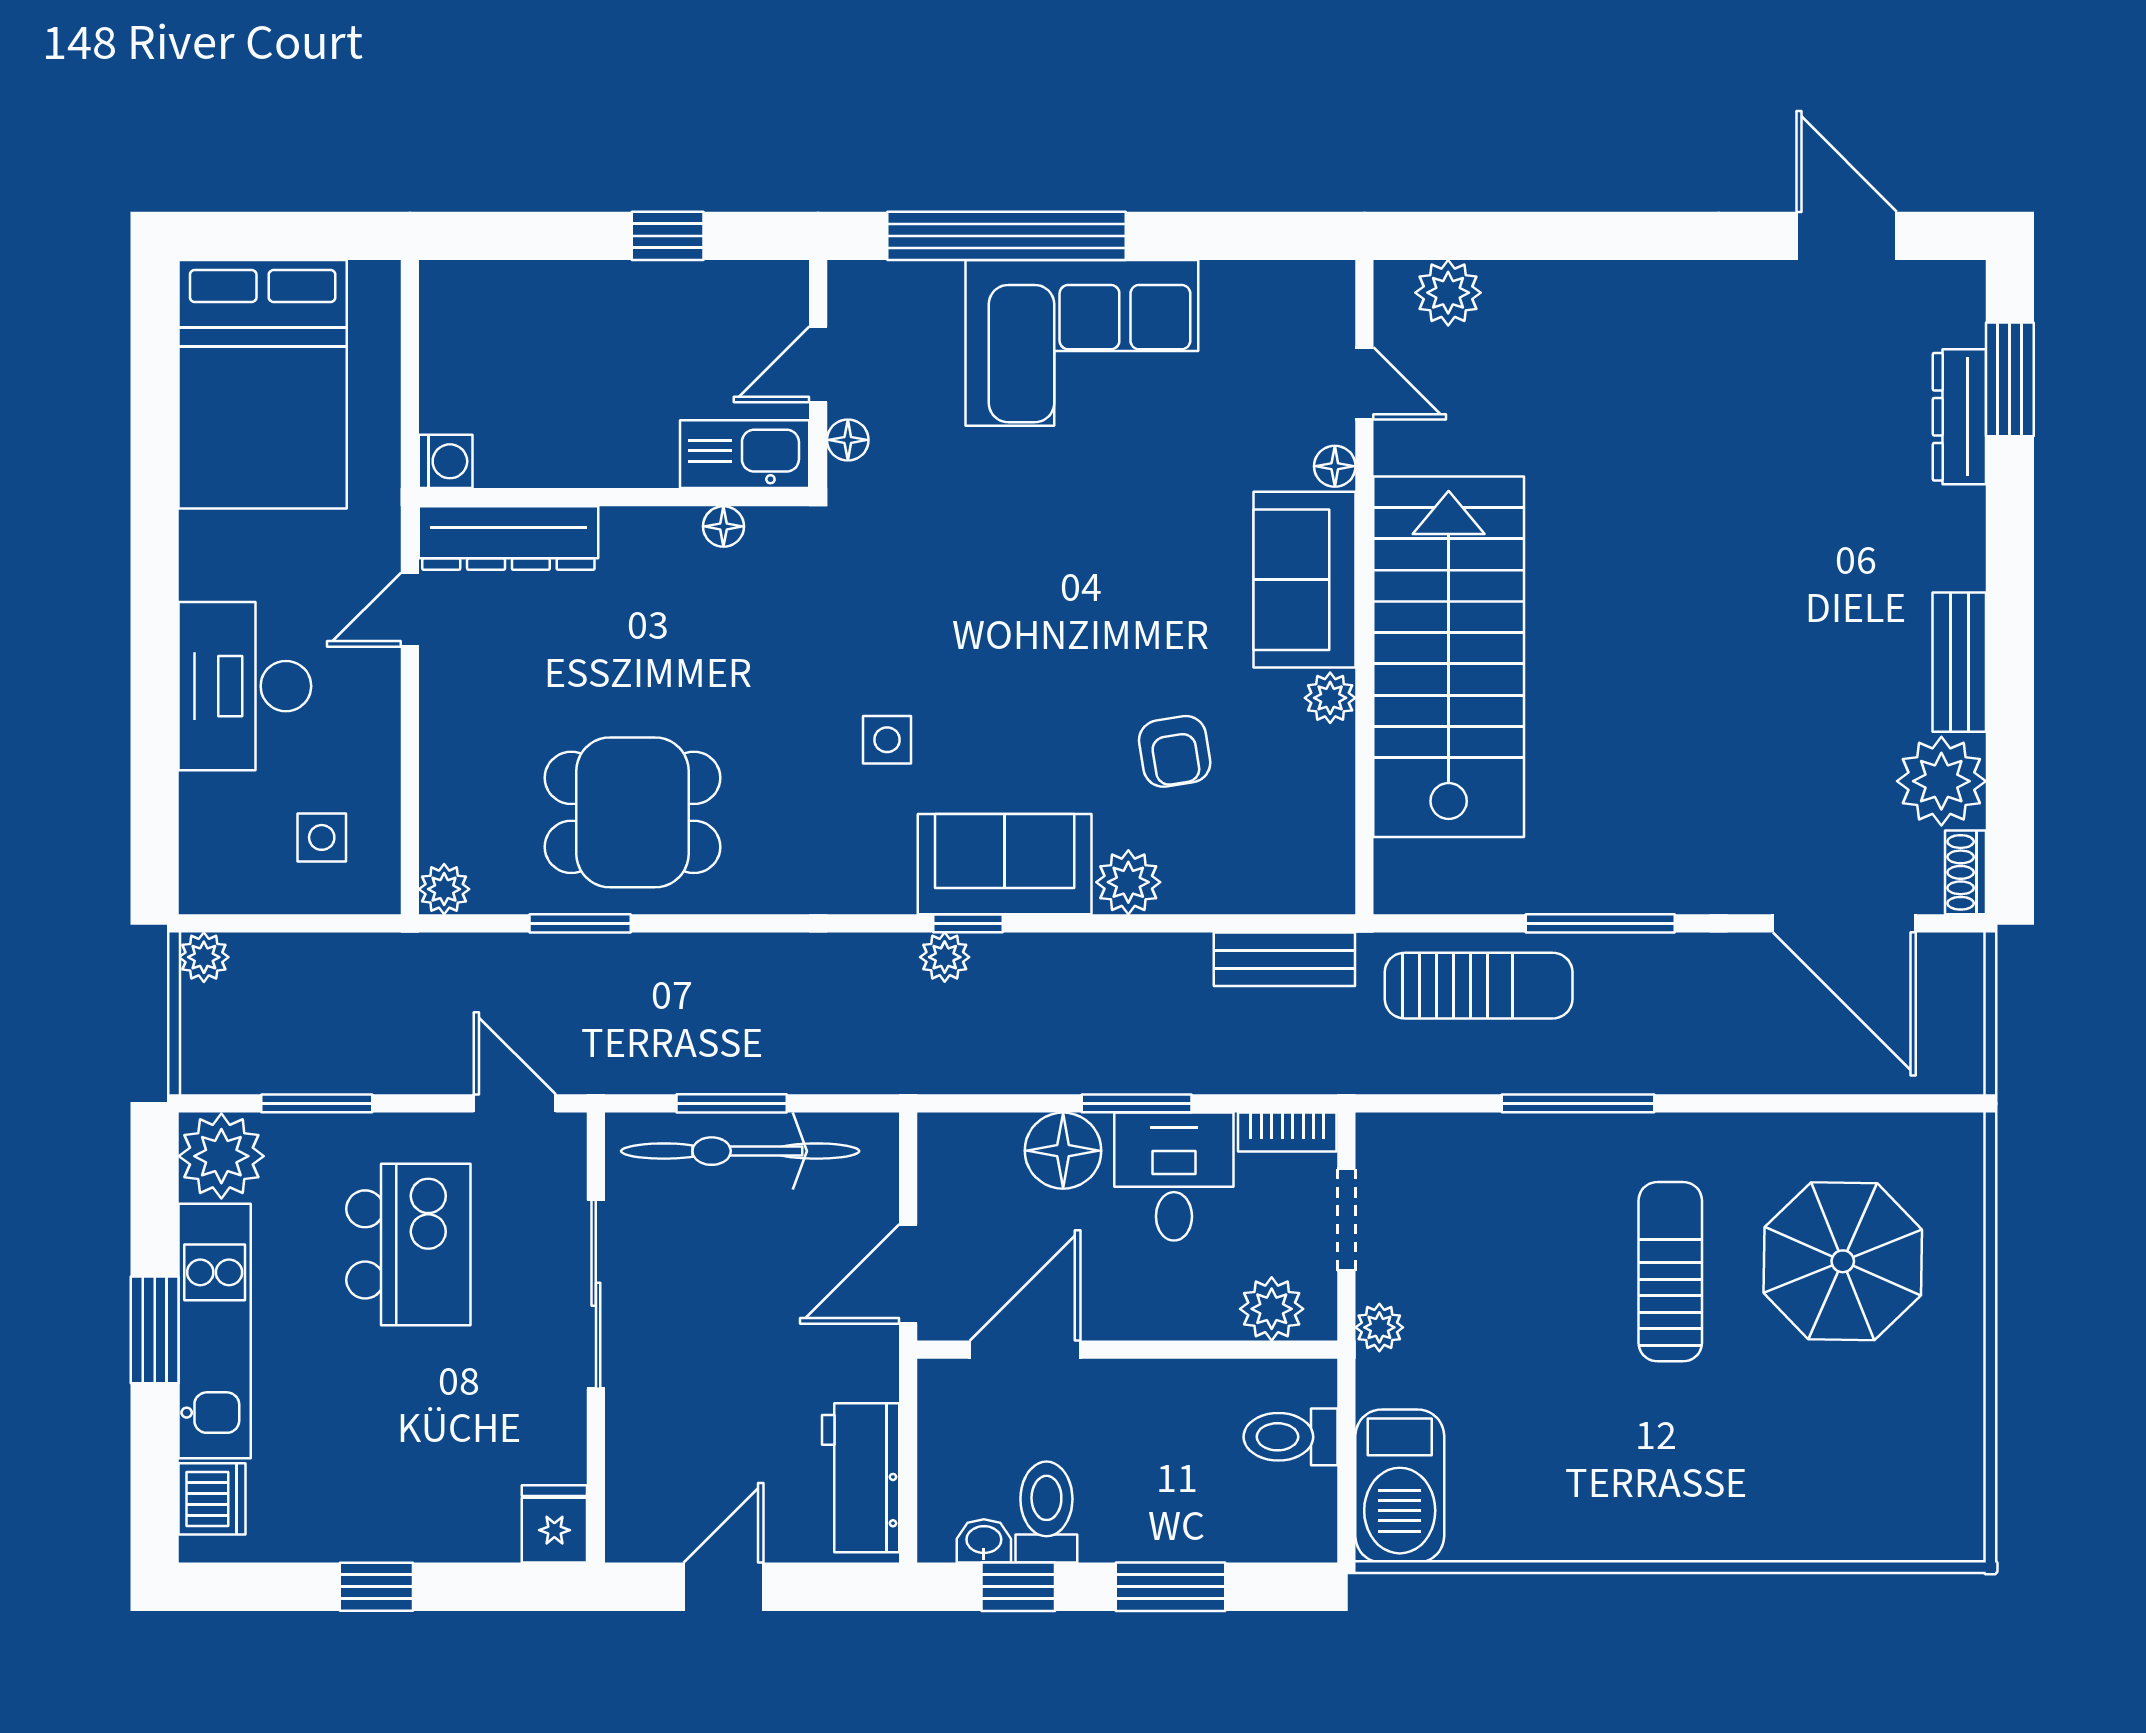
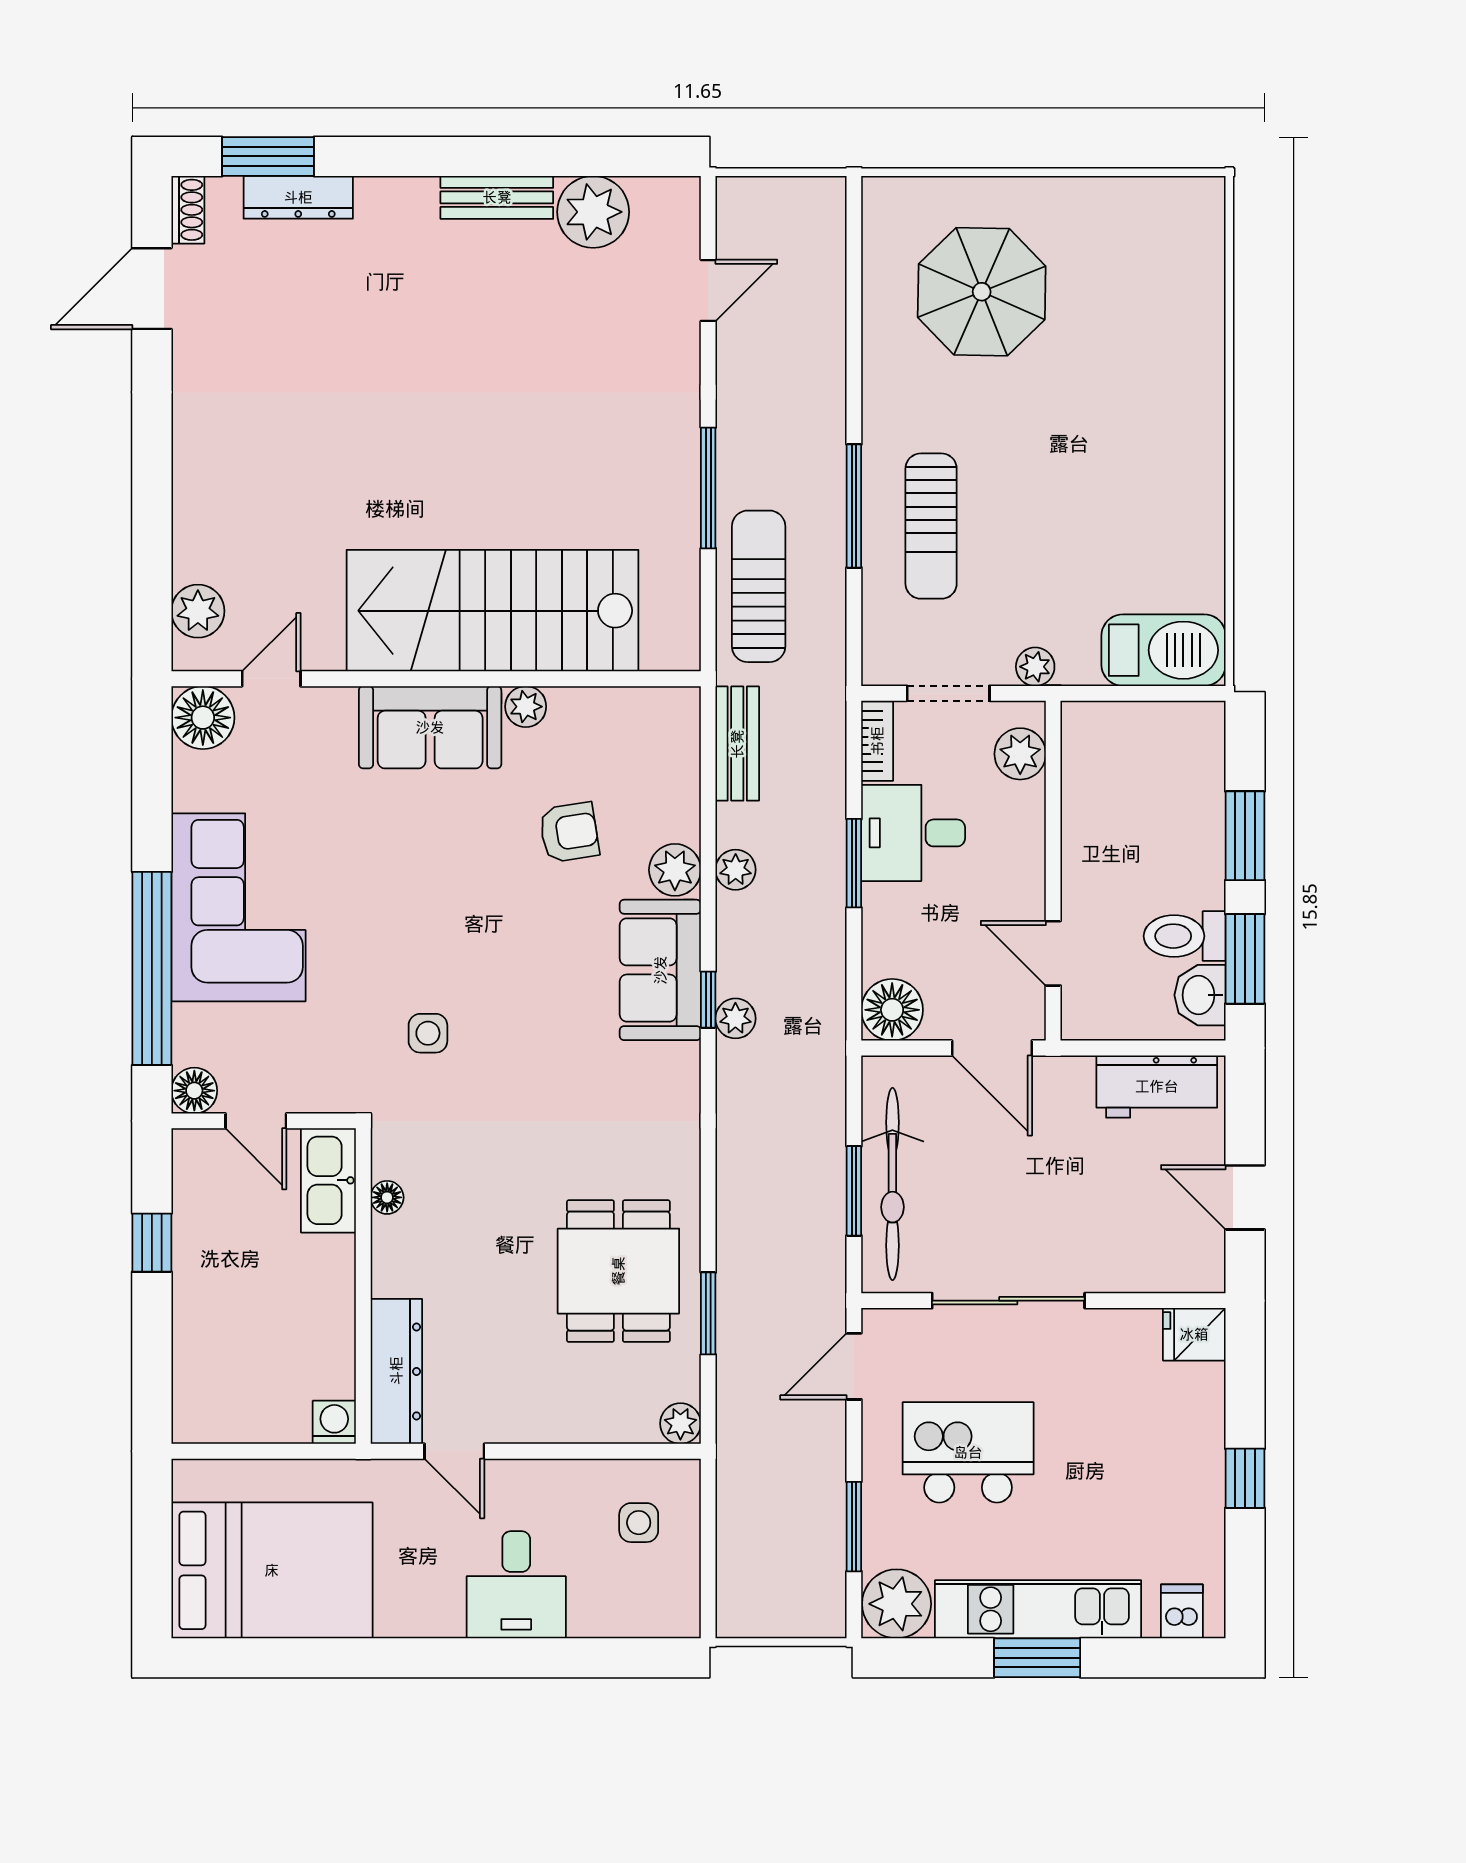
floor lamp: (848, 440) -> (194, 1091), moved, width x1.37, depth x1.37
floor lamp: (1335, 466) -> (203, 718), moved, width x1.89, depth x1.89
desk: (245, 686) -> (516, 1585), width x0.73
side table: (887, 740) -> (428, 1033), moved
shoe rack: (1965, 872) -> (188, 210), moved, turned -90
door: (1844, 923) -> (708, 290), width x0.53
plant: (204, 957) -> (736, 870), moved
floor lamp: (1063, 1151) -> (892, 1010), moved
sun lounger: (1670, 1272) -> (931, 526), moved, turned -90
door: (1025, 1350) -> (1053, 953), width x0.73
toilet: (1291, 1437) -> (1124, 739), removed
dishwasher: (212, 1499) -> (1182, 1611), width x0.73
washbasin: (984, 1541) -> (1200, 995), width x1.38, depth x1.45
window: (1018, 1587) -> (1245, 959), width x1.50

